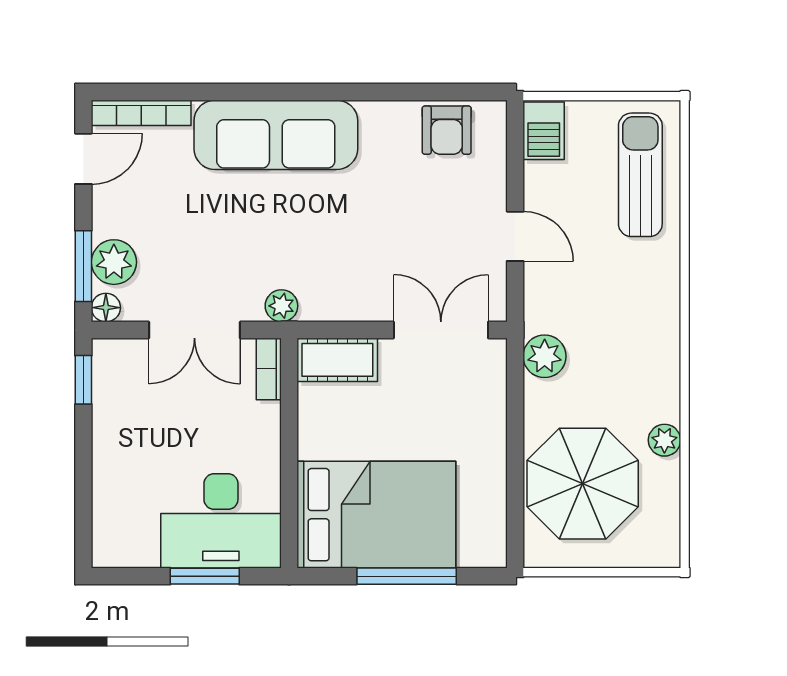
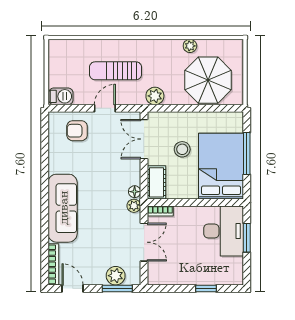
armchair: (447, 130) -> (77, 131), moved, turned 180
sun lounger: (640, 175) -> (116, 71), moved
floor lamp: (106, 308) -> (135, 192), moved
window: (83, 380) -> (206, 288), moved
stool: (417, 422) -> (182, 149), added

